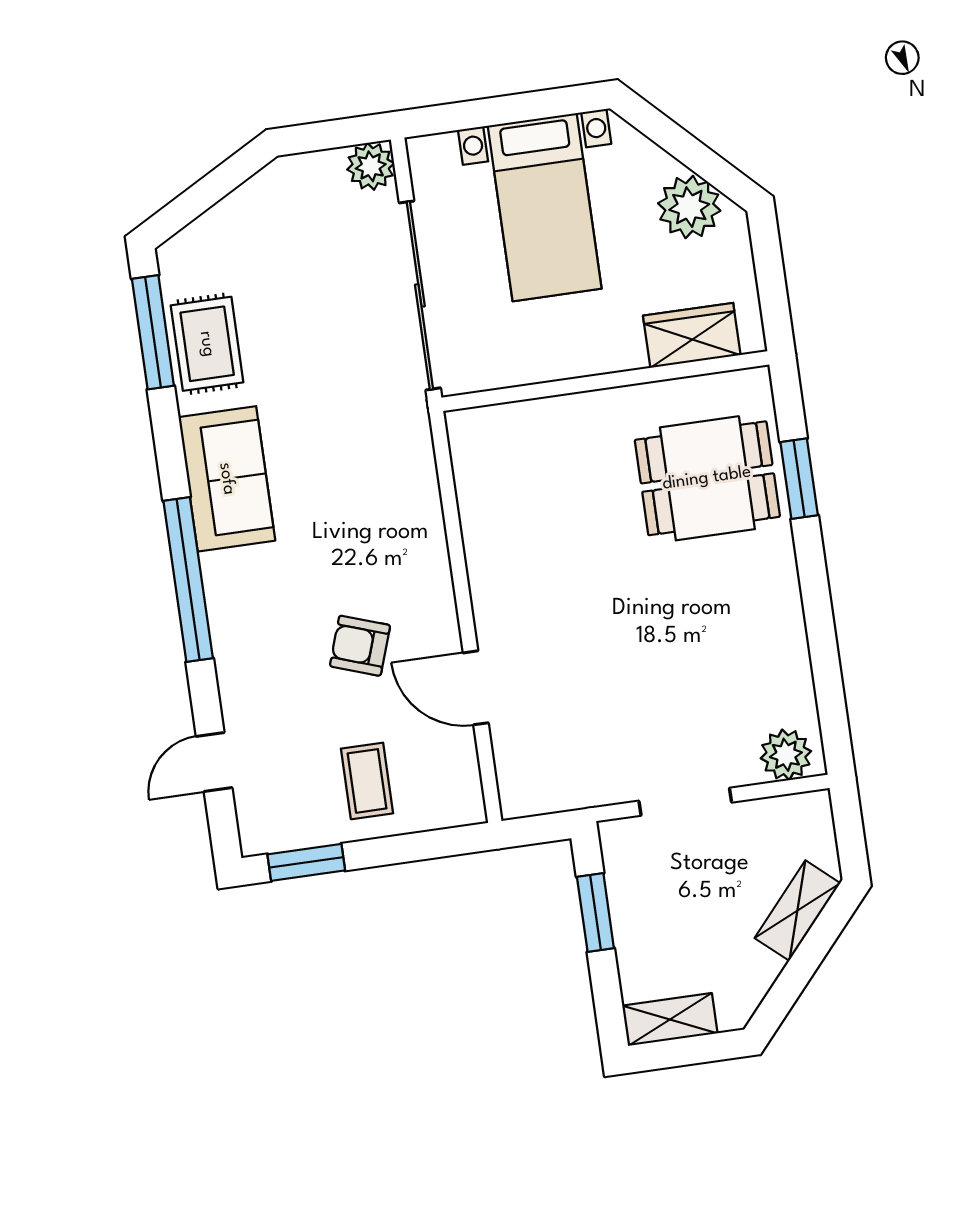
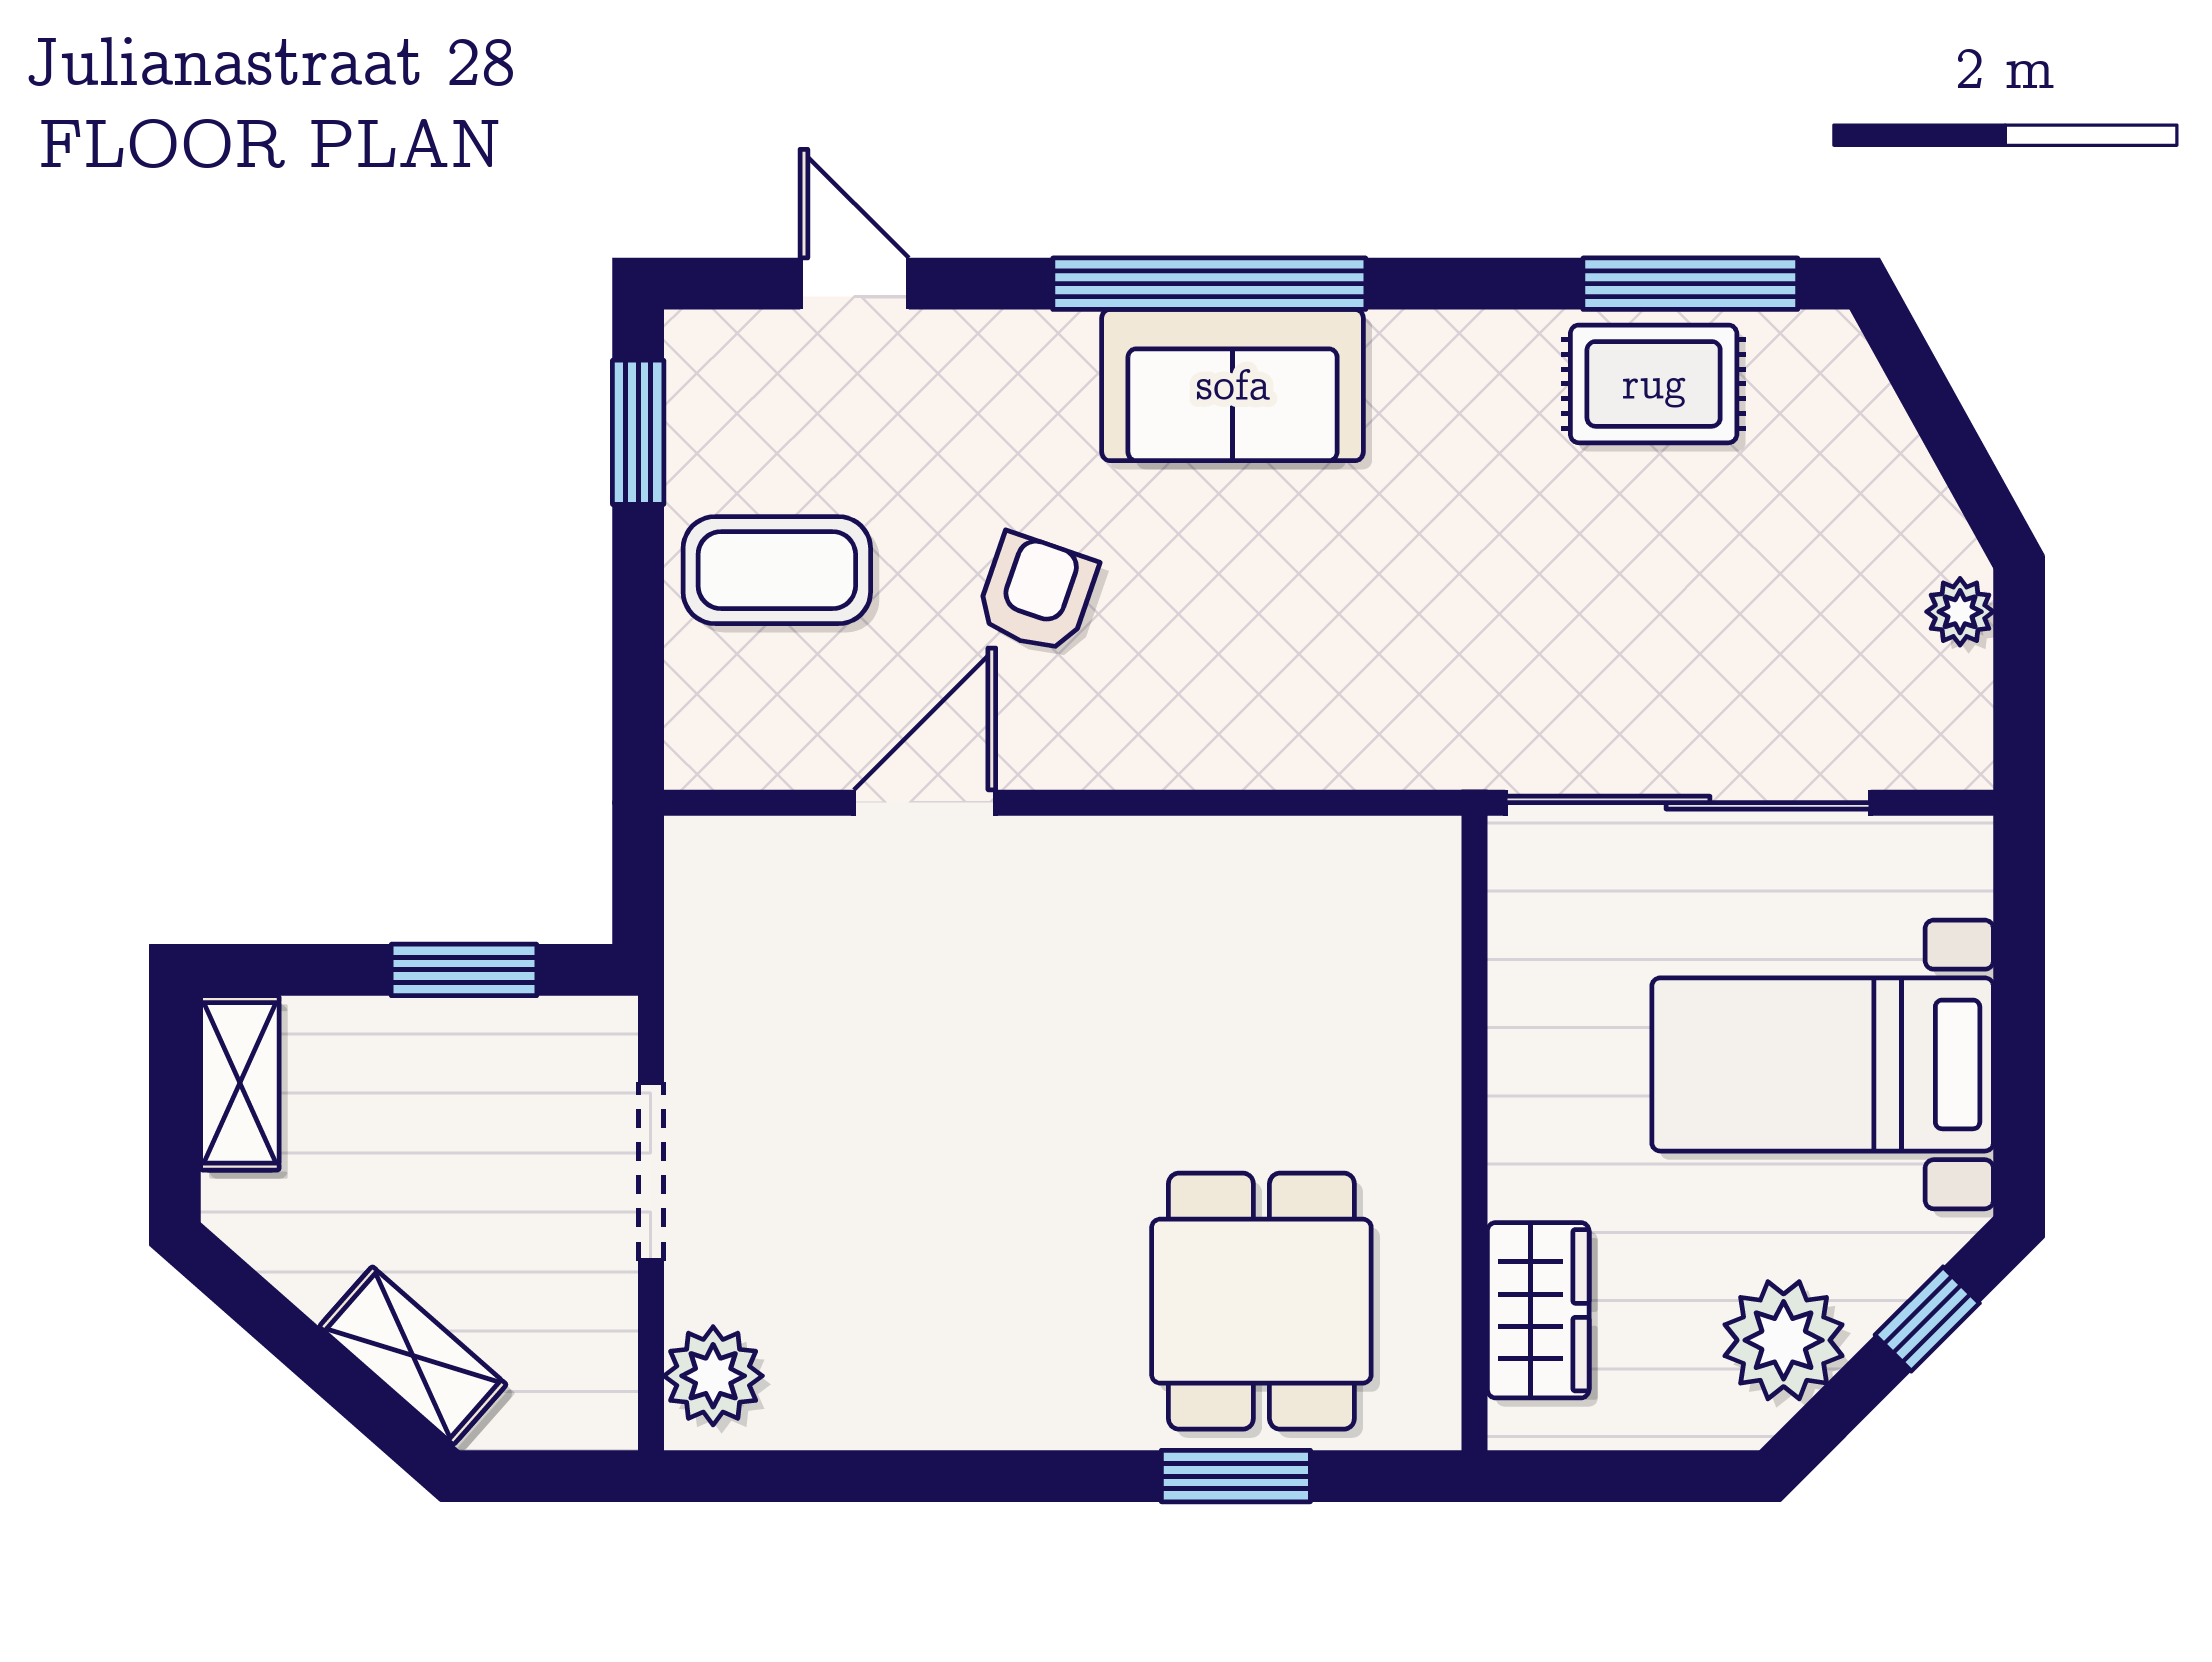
window: (668, 135) -> (1927, 1319), added
plant: (371, 166) -> (1960, 612), moved, width x0.73, depth x0.73
sofa: (227, 479) -> (1233, 385), moved
coffee table: (367, 781) -> (777, 570), width x1.36, depth x1.30

